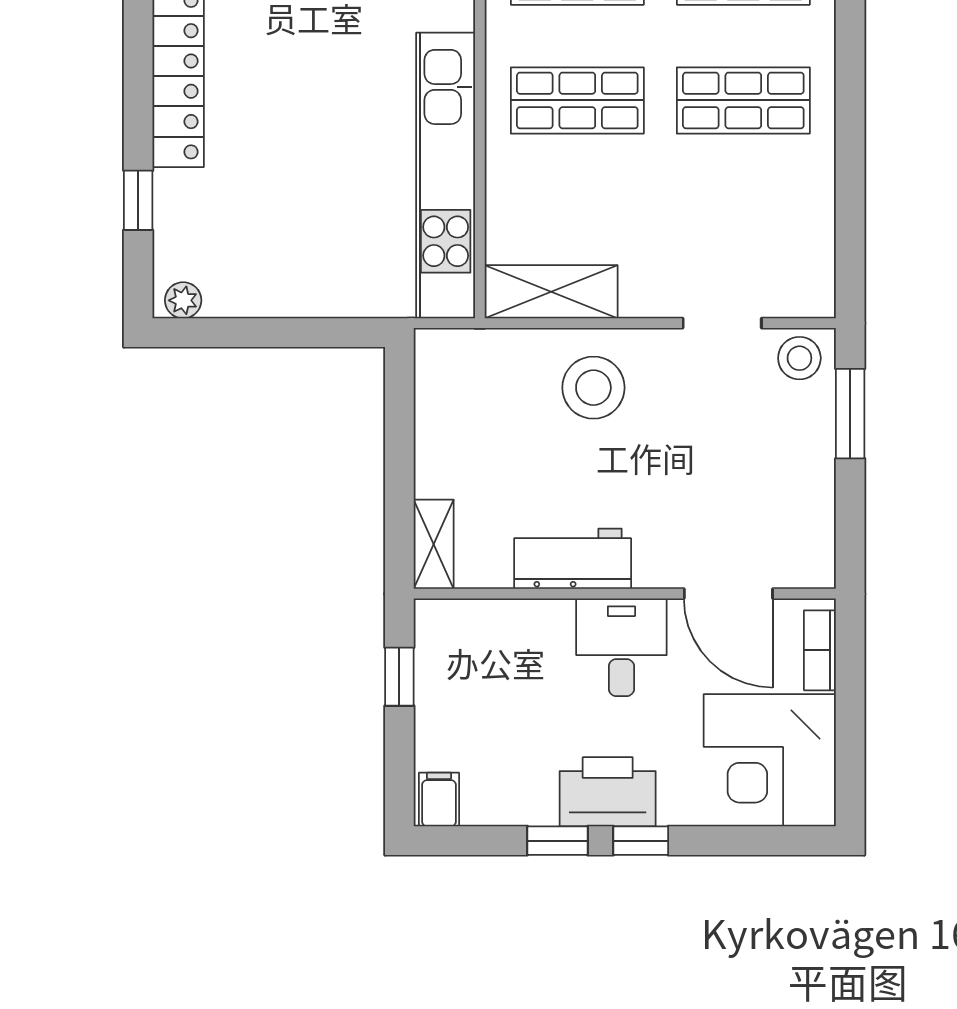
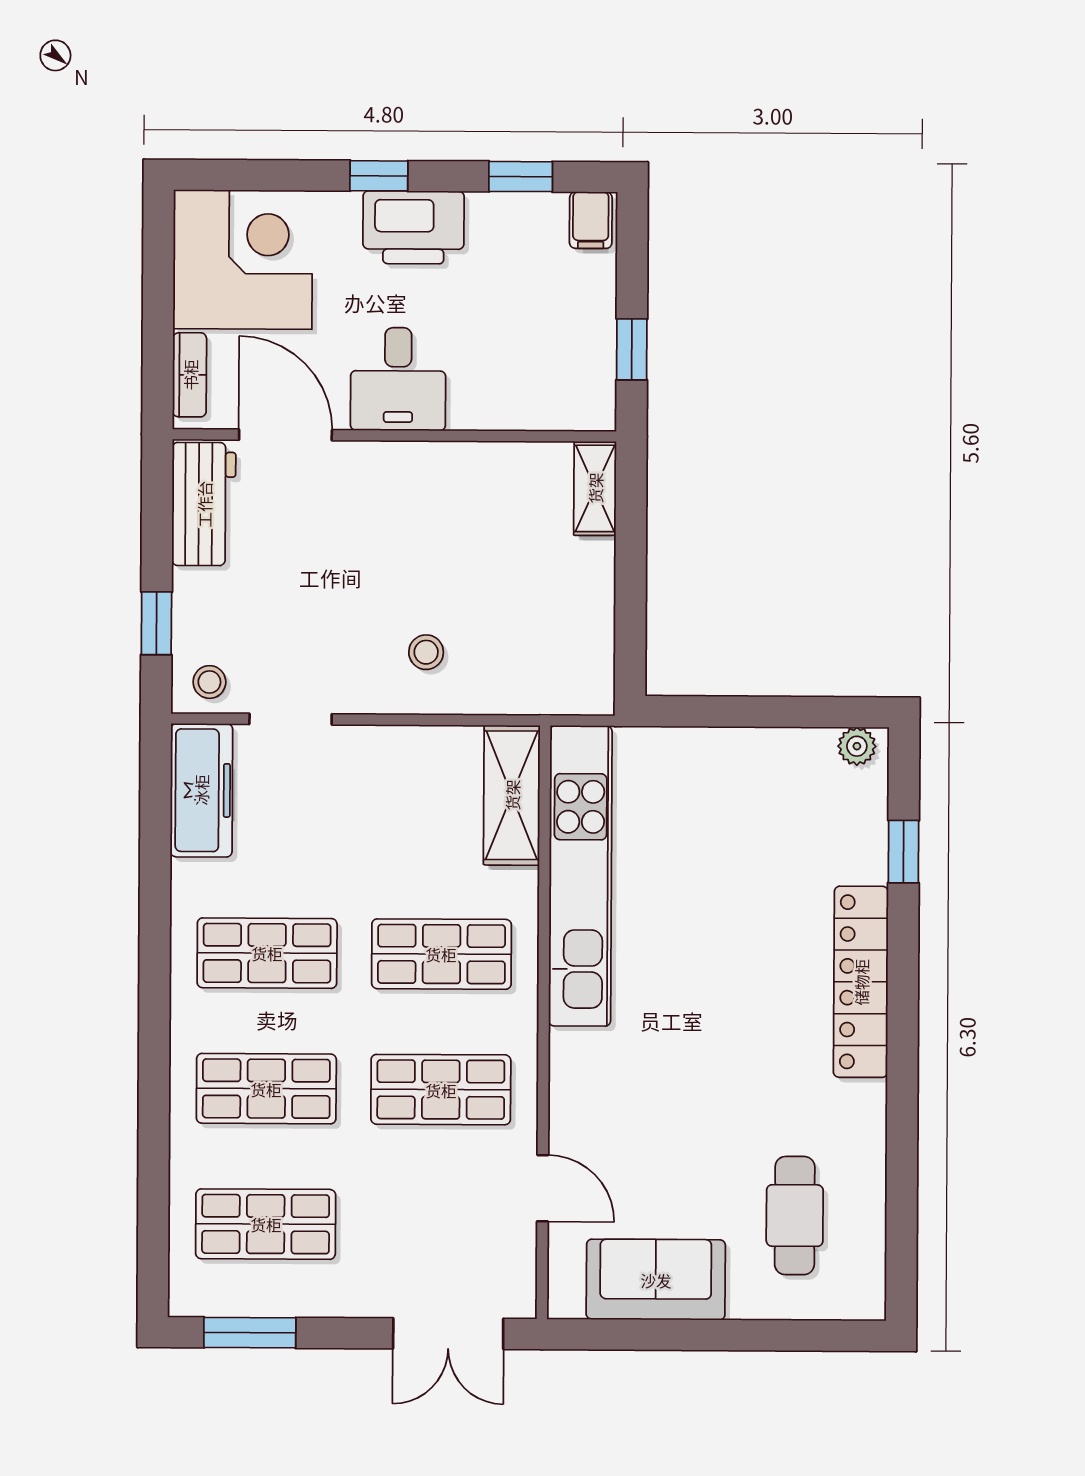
freezer: (807, 255) -> (201, 790), added
shelving: (551, 292) -> (512, 795), moved, turned 90
stool: (799, 358) -> (209, 682), width x0.73, depth x0.73
stool: (593, 388) -> (426, 652), width x0.53, depth x0.53
window: (850, 414) -> (156, 623), width x0.67
workbench: (573, 559) -> (204, 504), moved, turned -90
window: (558, 841) -> (521, 177), moved

